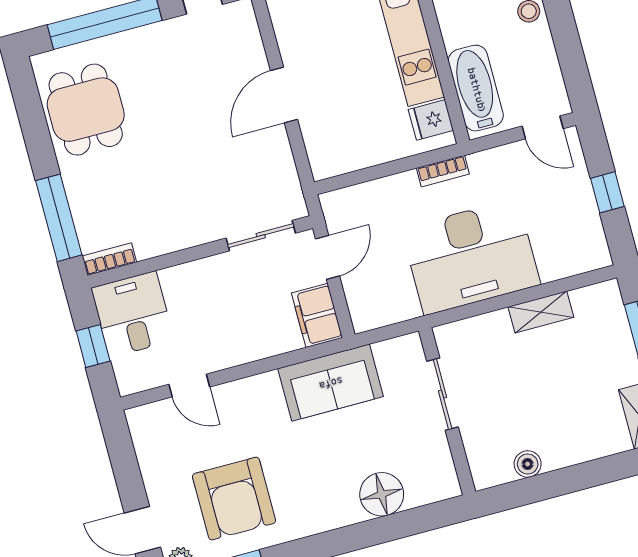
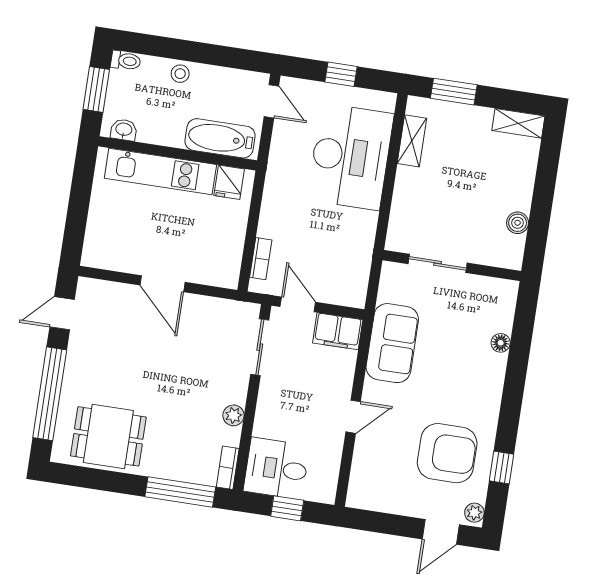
door: (543, 127) -> (271, 101), hinge flipped
bookcase: (443, 171) -> (261, 259), moved
plant: (171, 240) -> (233, 415), added
desk: (471, 257) -> (350, 157), moved
shelving: (541, 312) -> (412, 141), moved
door: (189, 386) -> (353, 417), moved
floor lamp: (382, 494) -> (501, 343), width x0.53, depth x0.53

